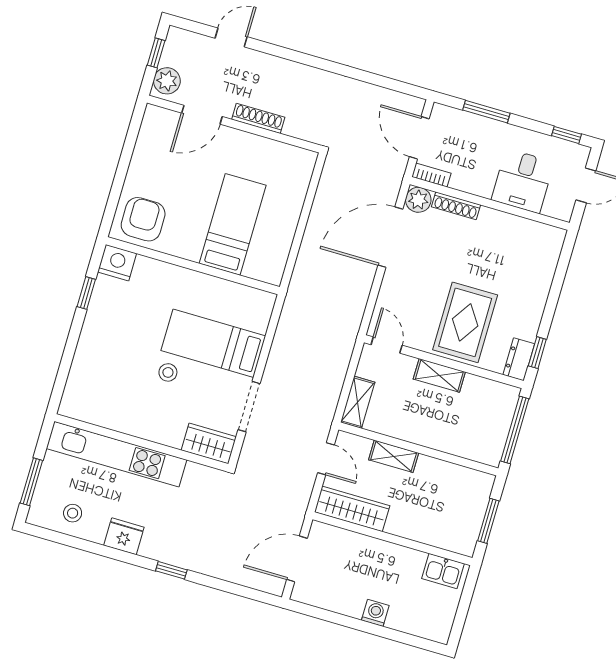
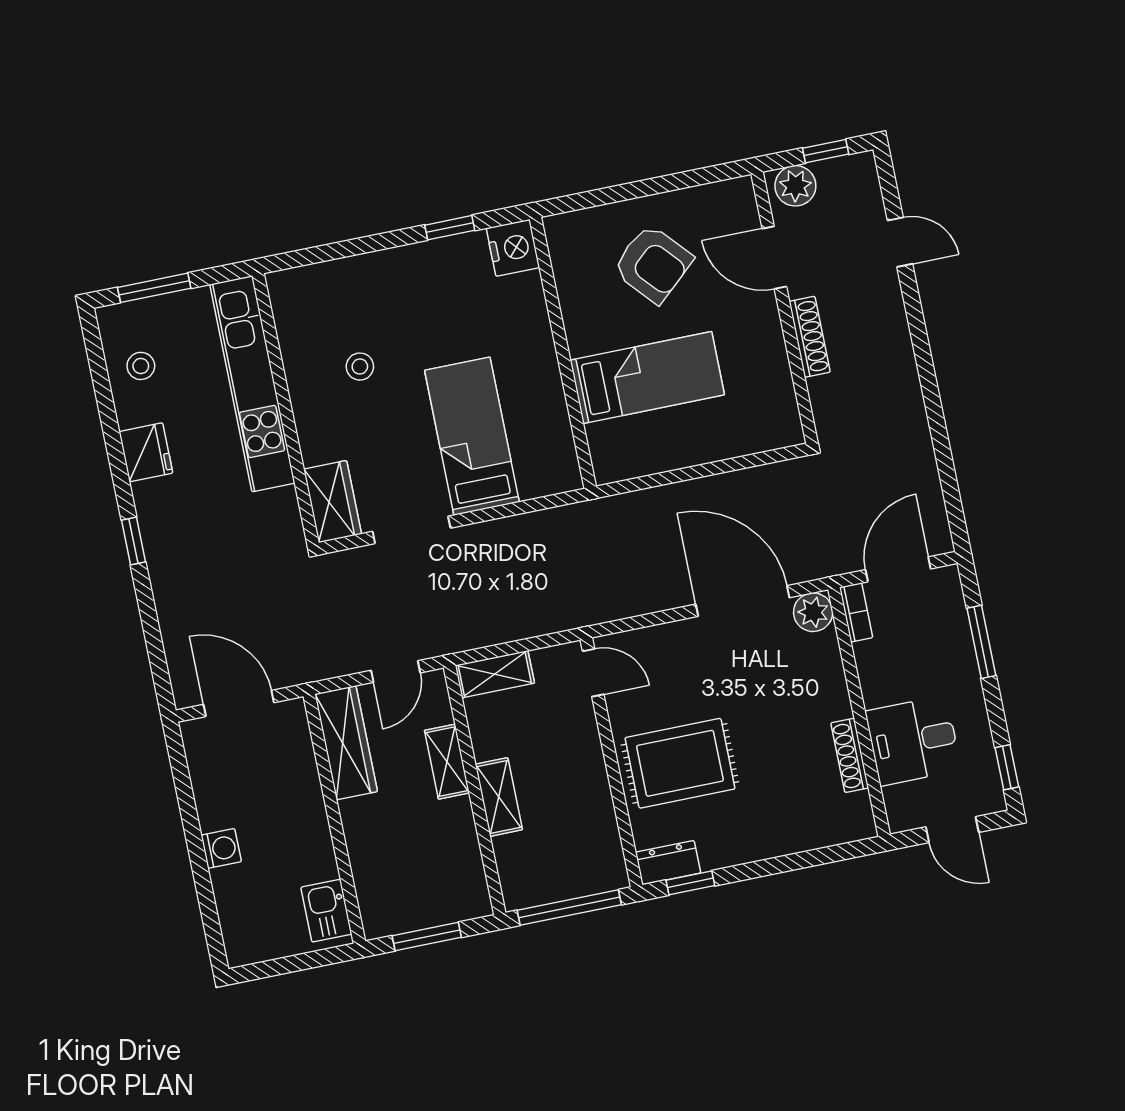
shoe rack: (456, 206) -> (850, 755), moved
armchair: (143, 219) -> (653, 264), moved, turned 48
door: (387, 345) -> (593, 673), hinge flipped
stool: (168, 372) -> (360, 367), moved
shelving: (439, 375) -> (499, 797), moved

